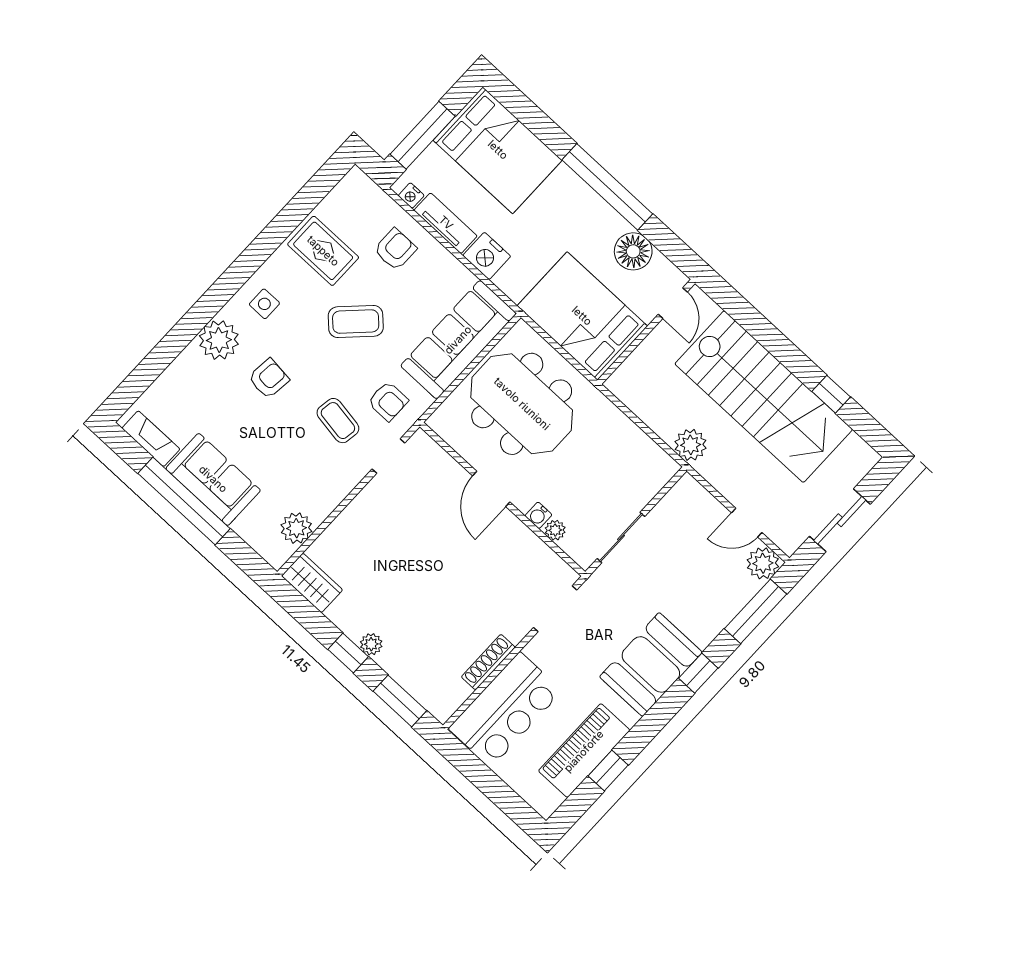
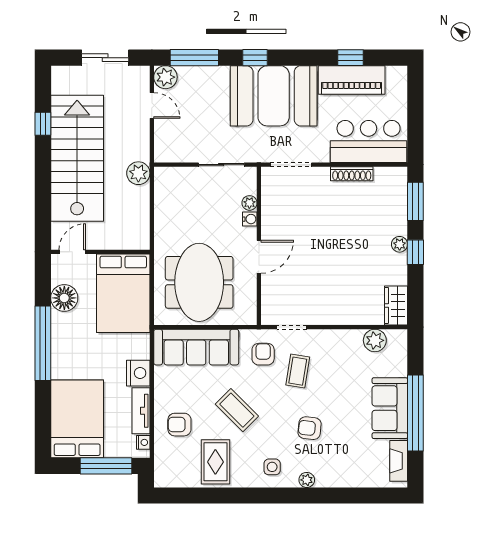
plant: (219, 340) -> (307, 480), width x0.53, depth x0.53
booth: (651, 664) -> (274, 96), width x1.36, depth x1.42

